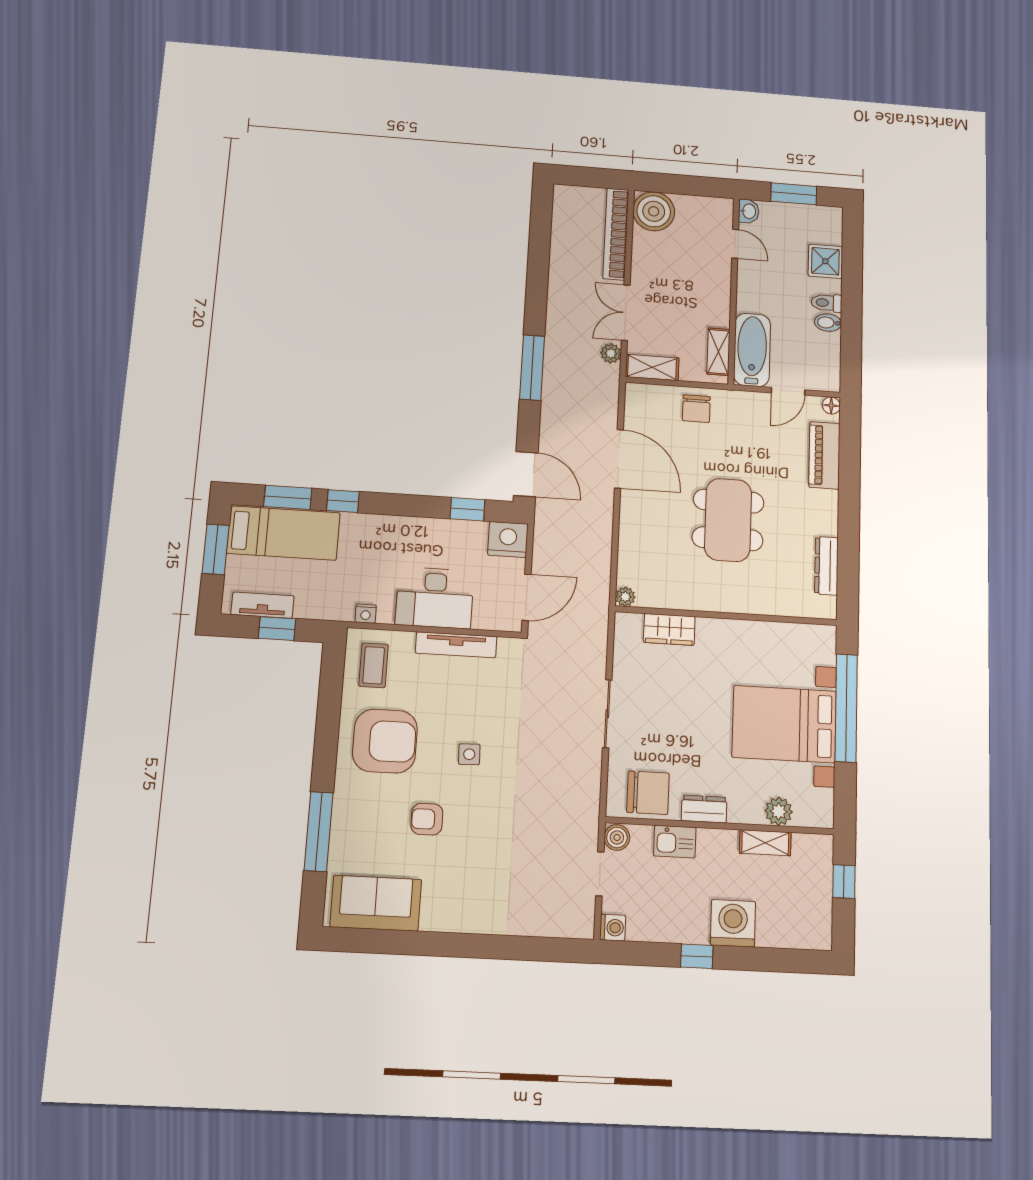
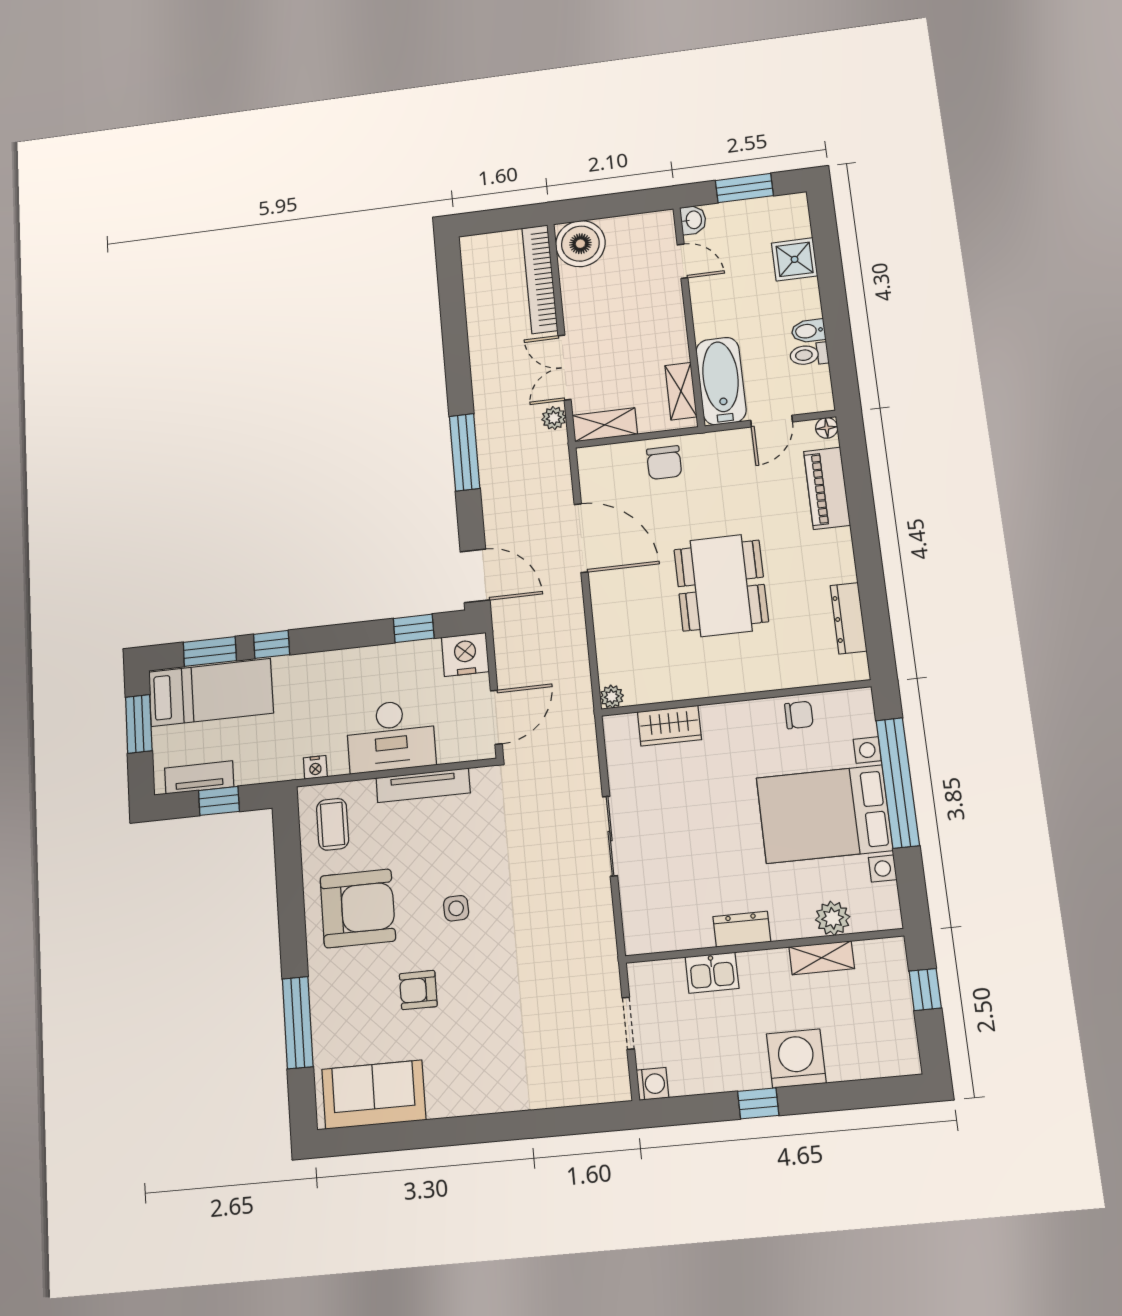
toilet: (827, 303) -> (809, 355), moved
chair: (648, 793) -> (799, 715), moved, width x0.54, depth x0.54
boiler: (617, 837) -> (642, 978), removed

